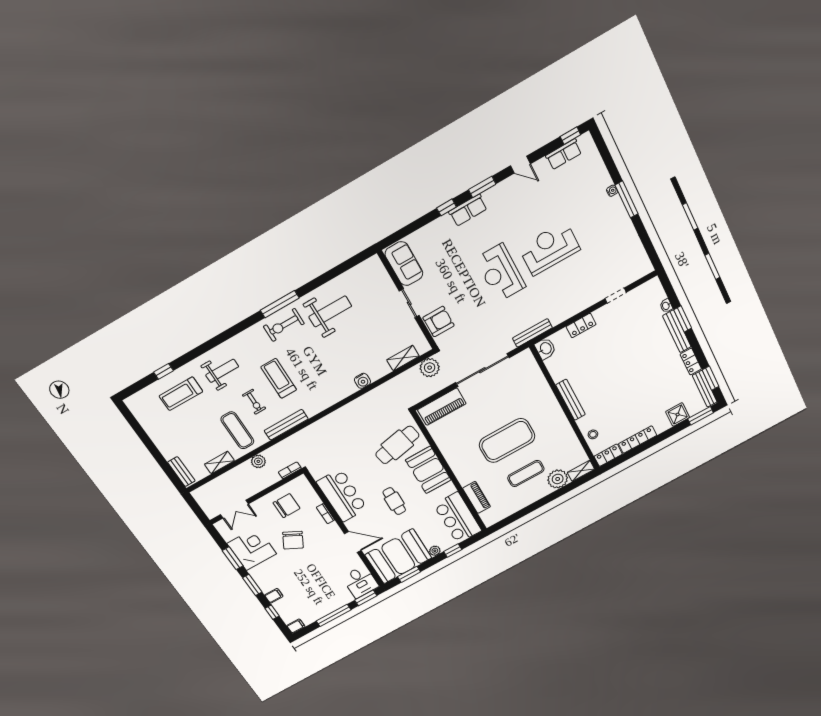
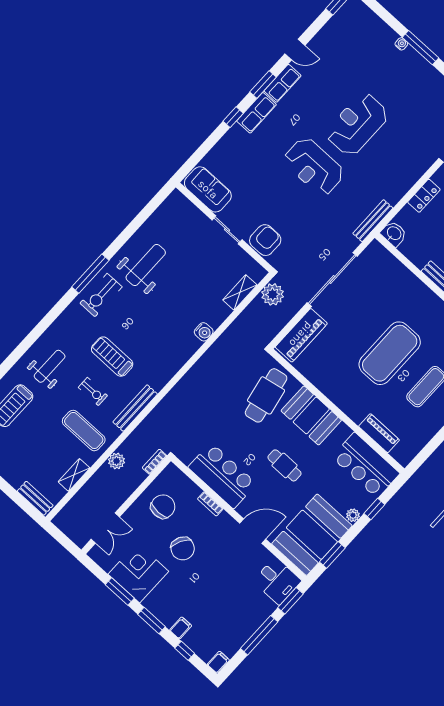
row of seats: (564, 154) -> (283, 83), moved

